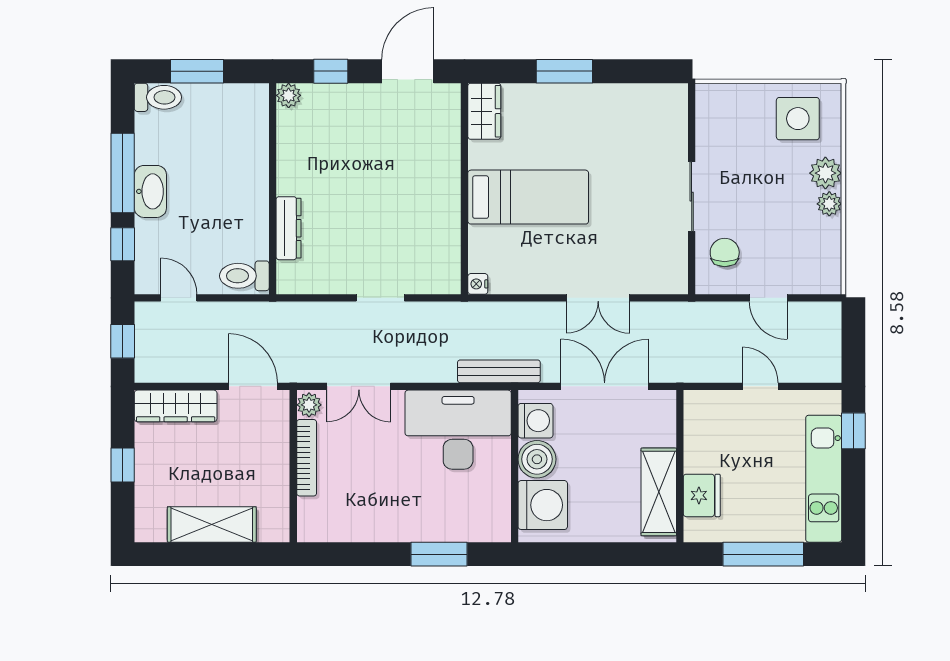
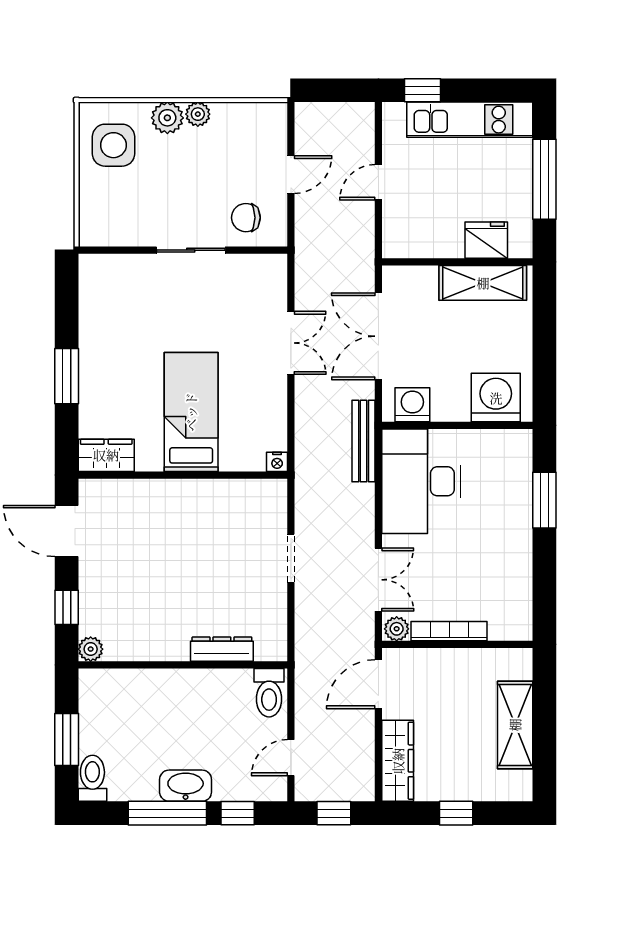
boiler: (537, 459) -> (451, 403), removed

